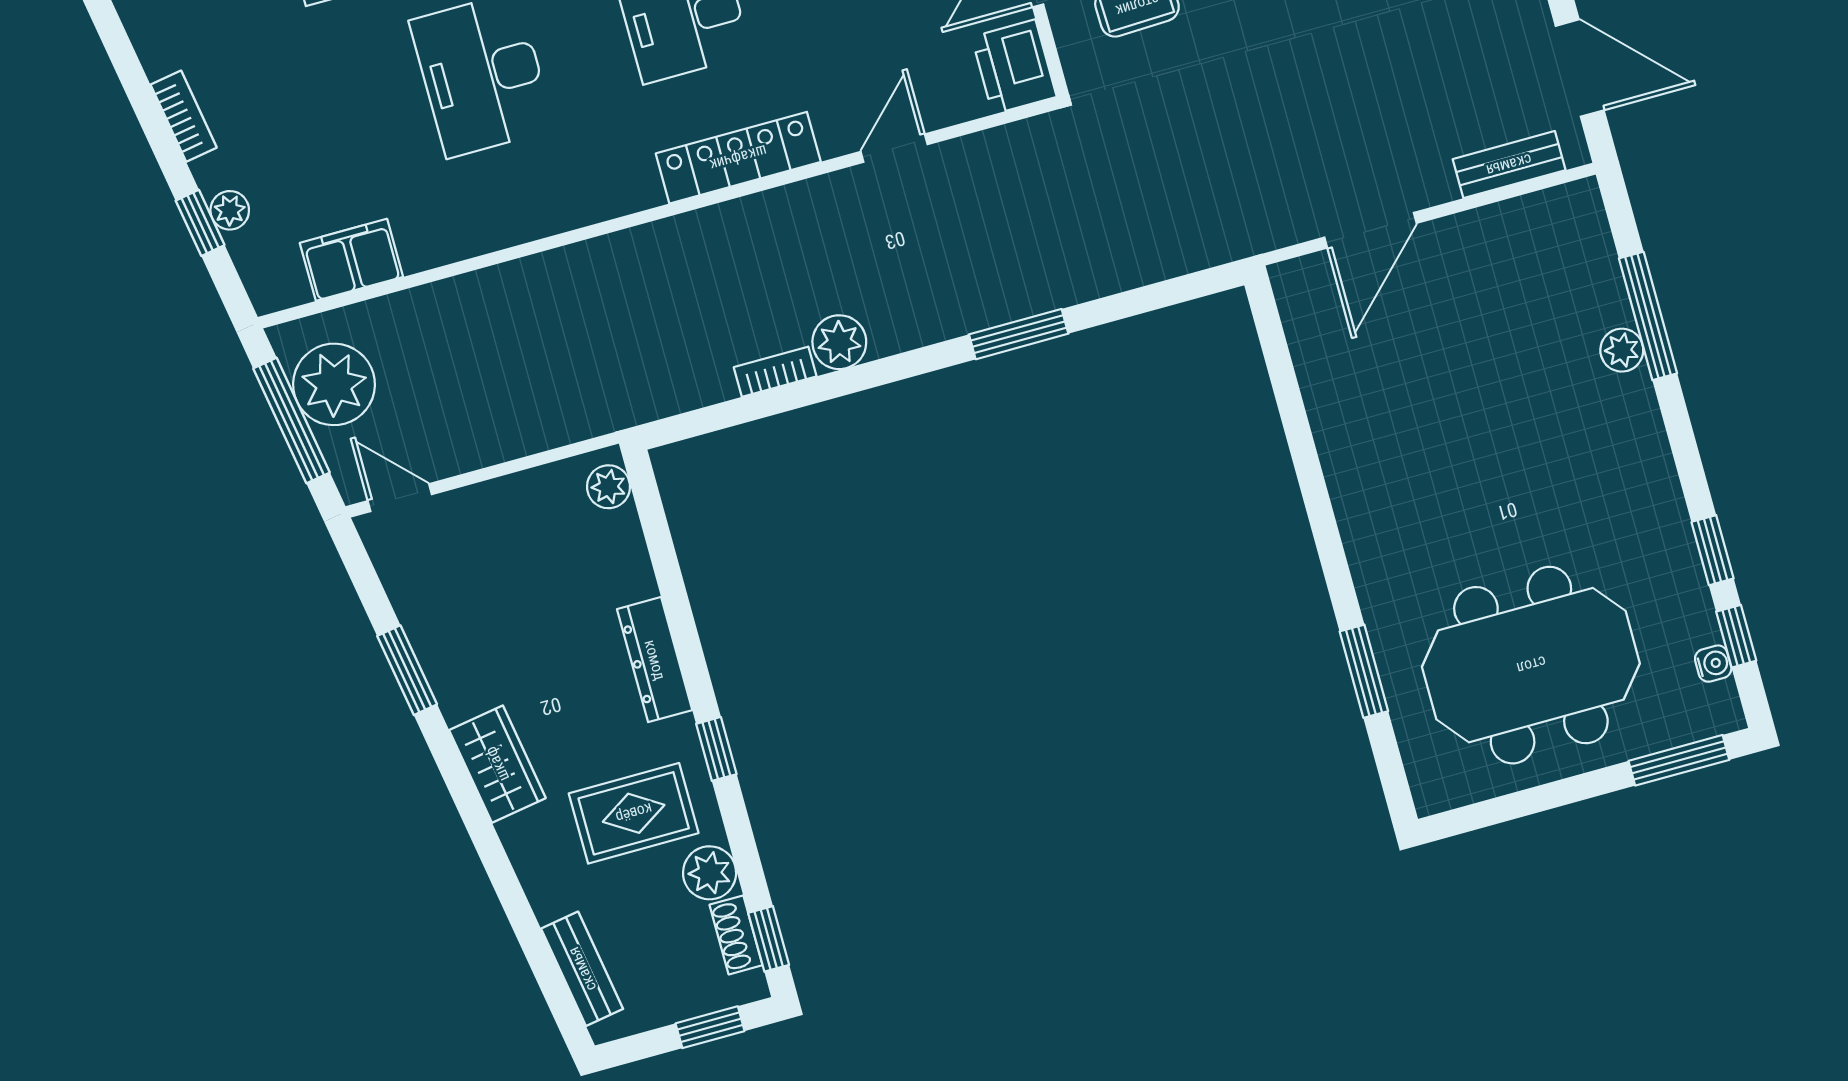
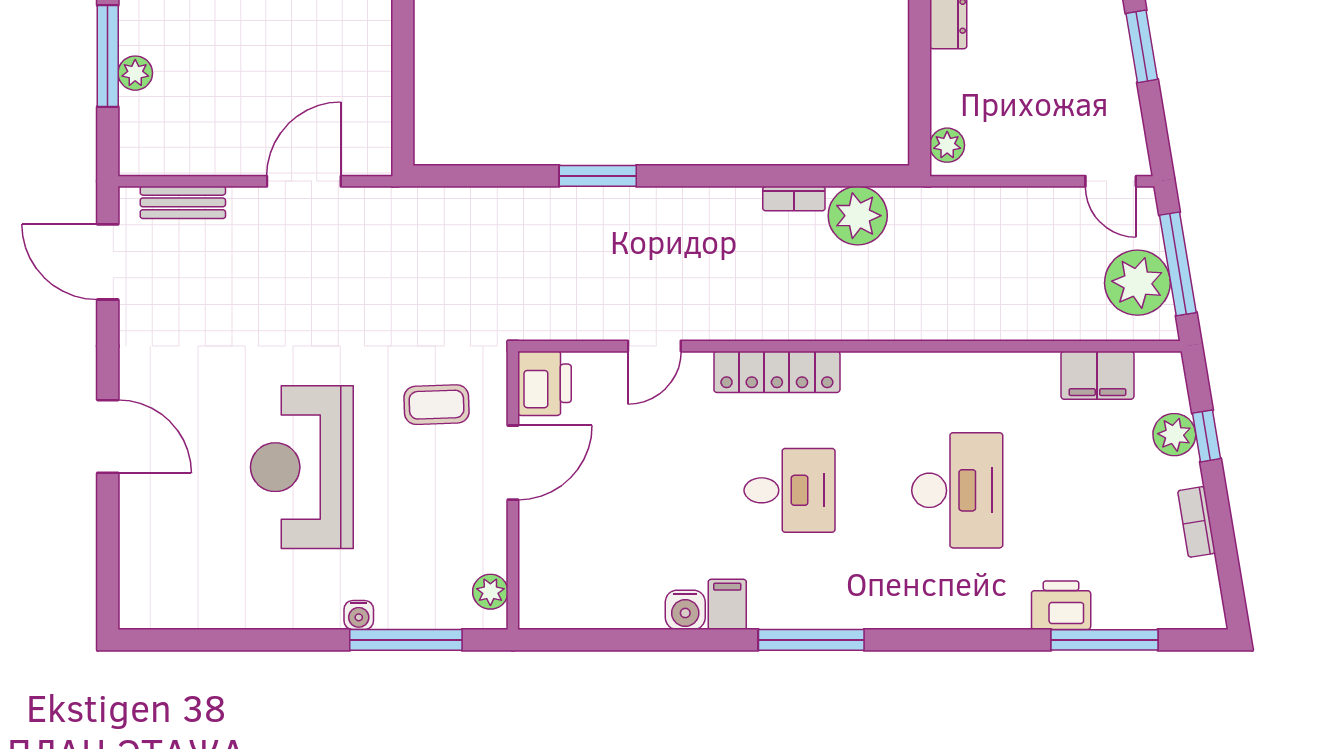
plant: (230, 210) -> (1174, 435), width x1.38, depth x1.38
plant: (839, 342) -> (858, 216), moved, width x1.36, depth x1.36
plant: (1622, 350) -> (135, 73), moved

